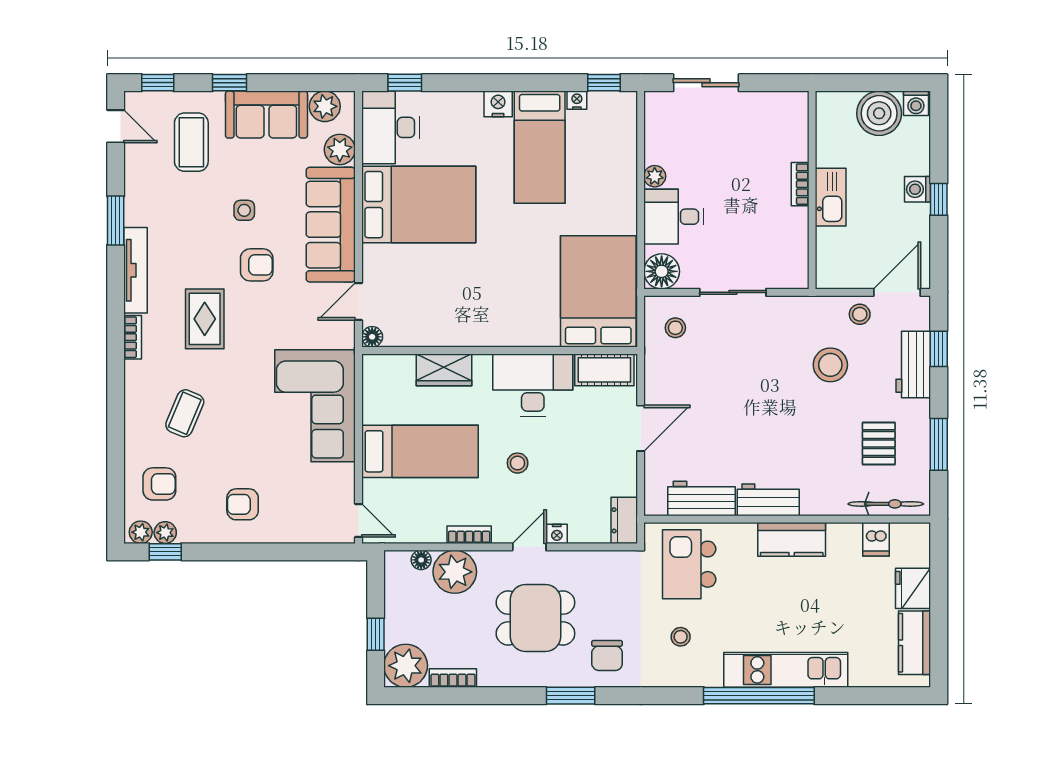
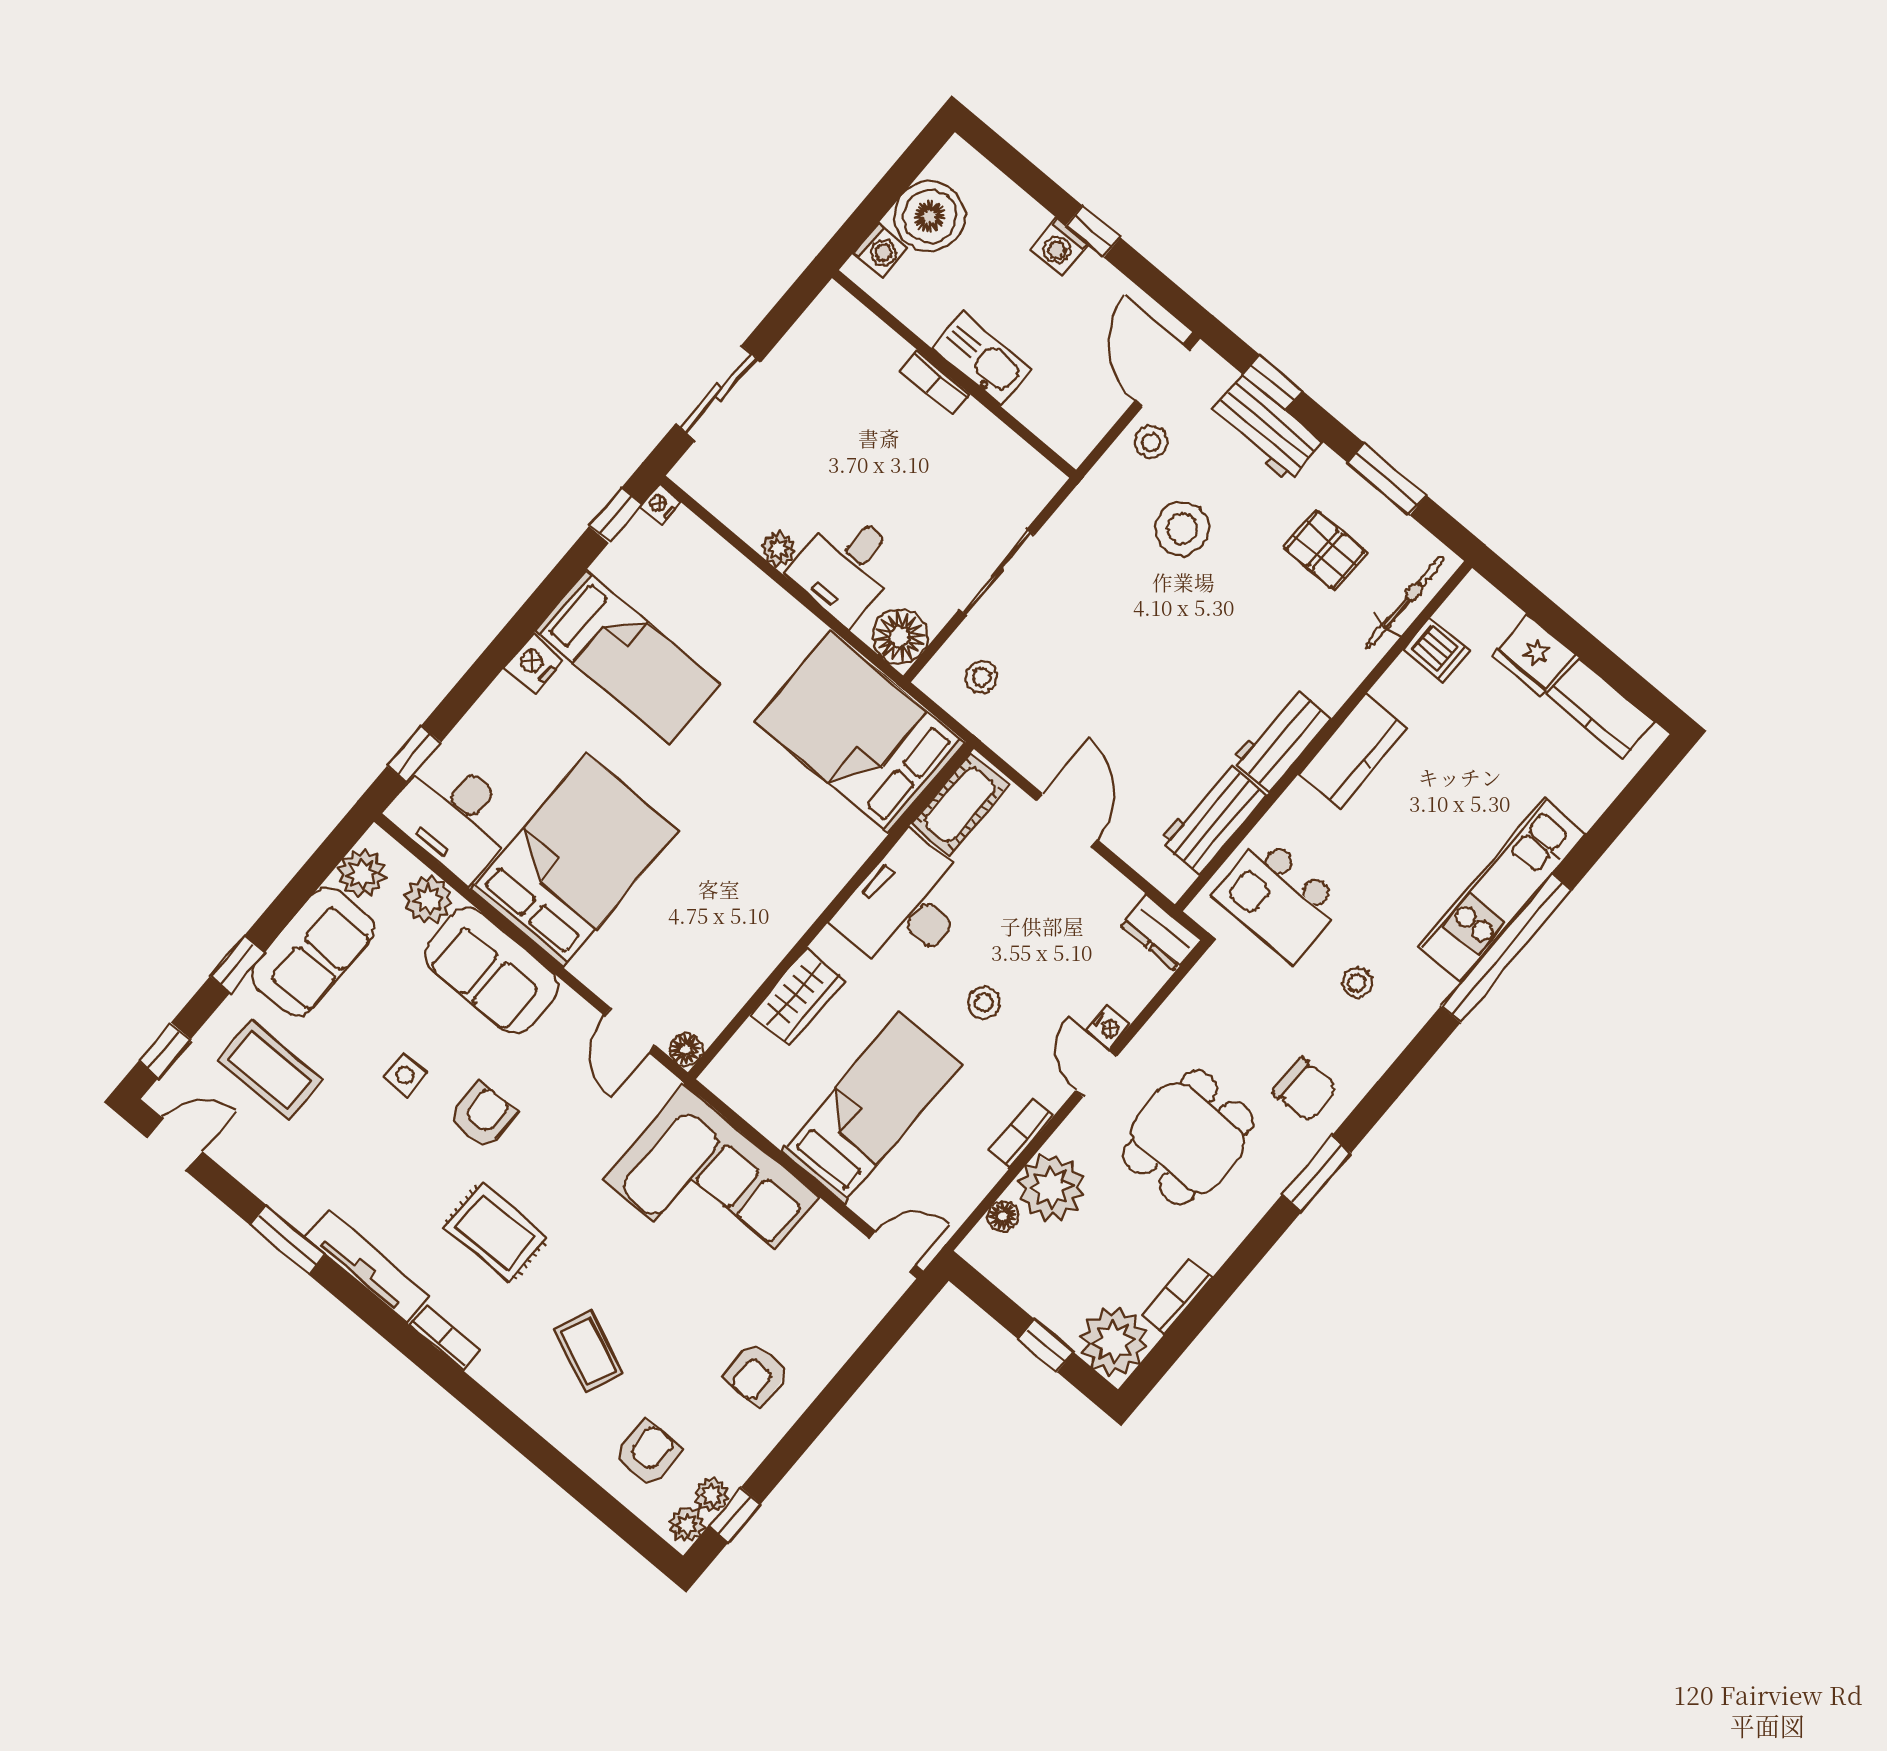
nightstand: (577, 100) -> (660, 505), moved
washing machine: (916, 103) -> (881, 250), moved
sofa: (331, 225) -> (491, 971), width x0.73

